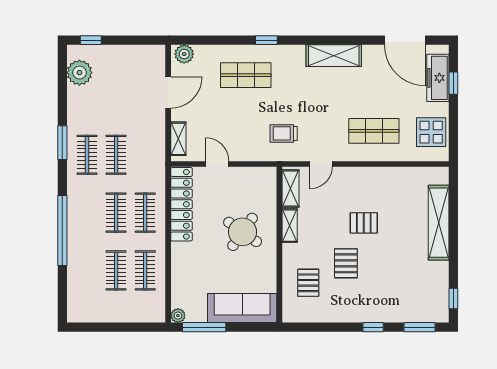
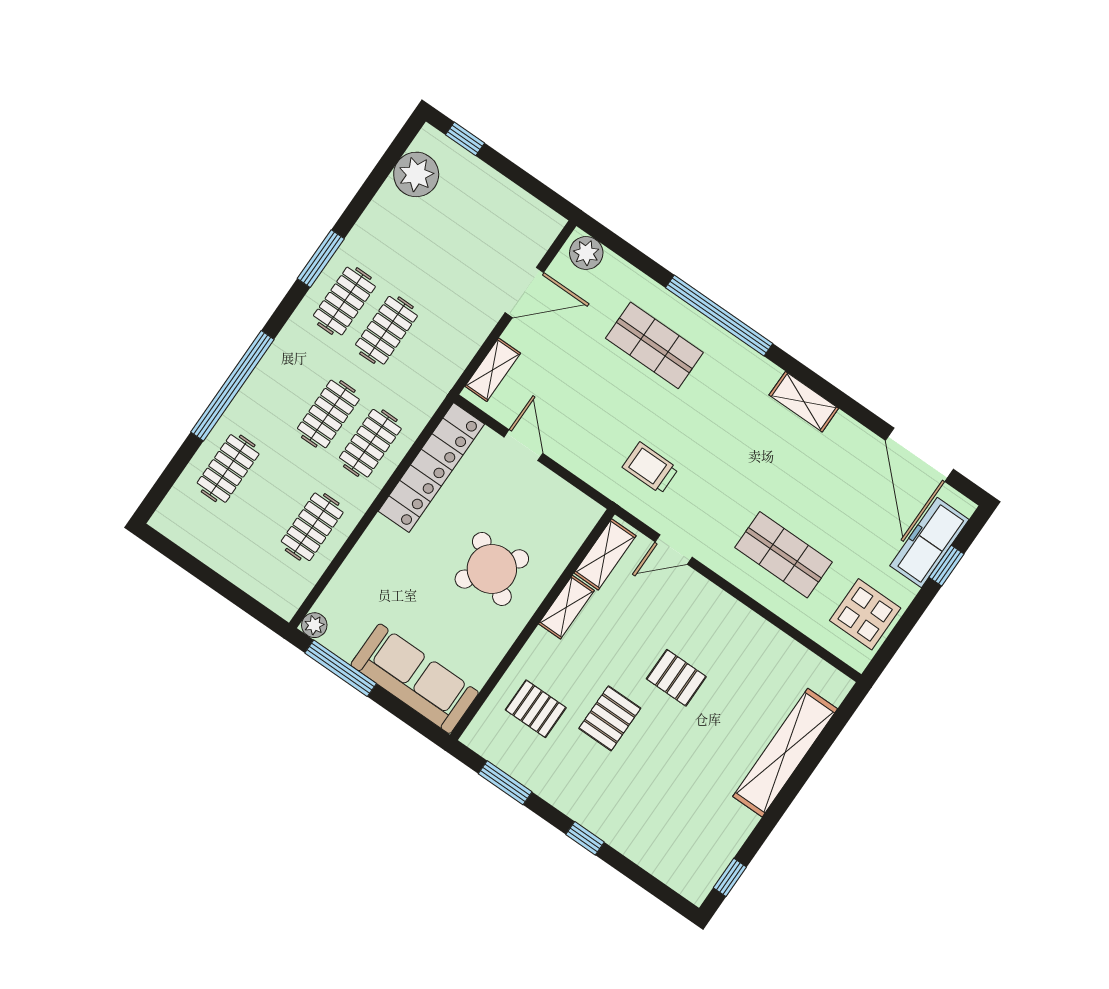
window: (266, 40) -> (719, 316), width x3.17
shelving: (334, 56) -> (804, 402), width x0.67, depth x0.75
clothes rail: (116, 270) -> (228, 468), moved
pallet: (308, 283) -> (536, 709), turned 90
window: (420, 327) -> (505, 783), moved

